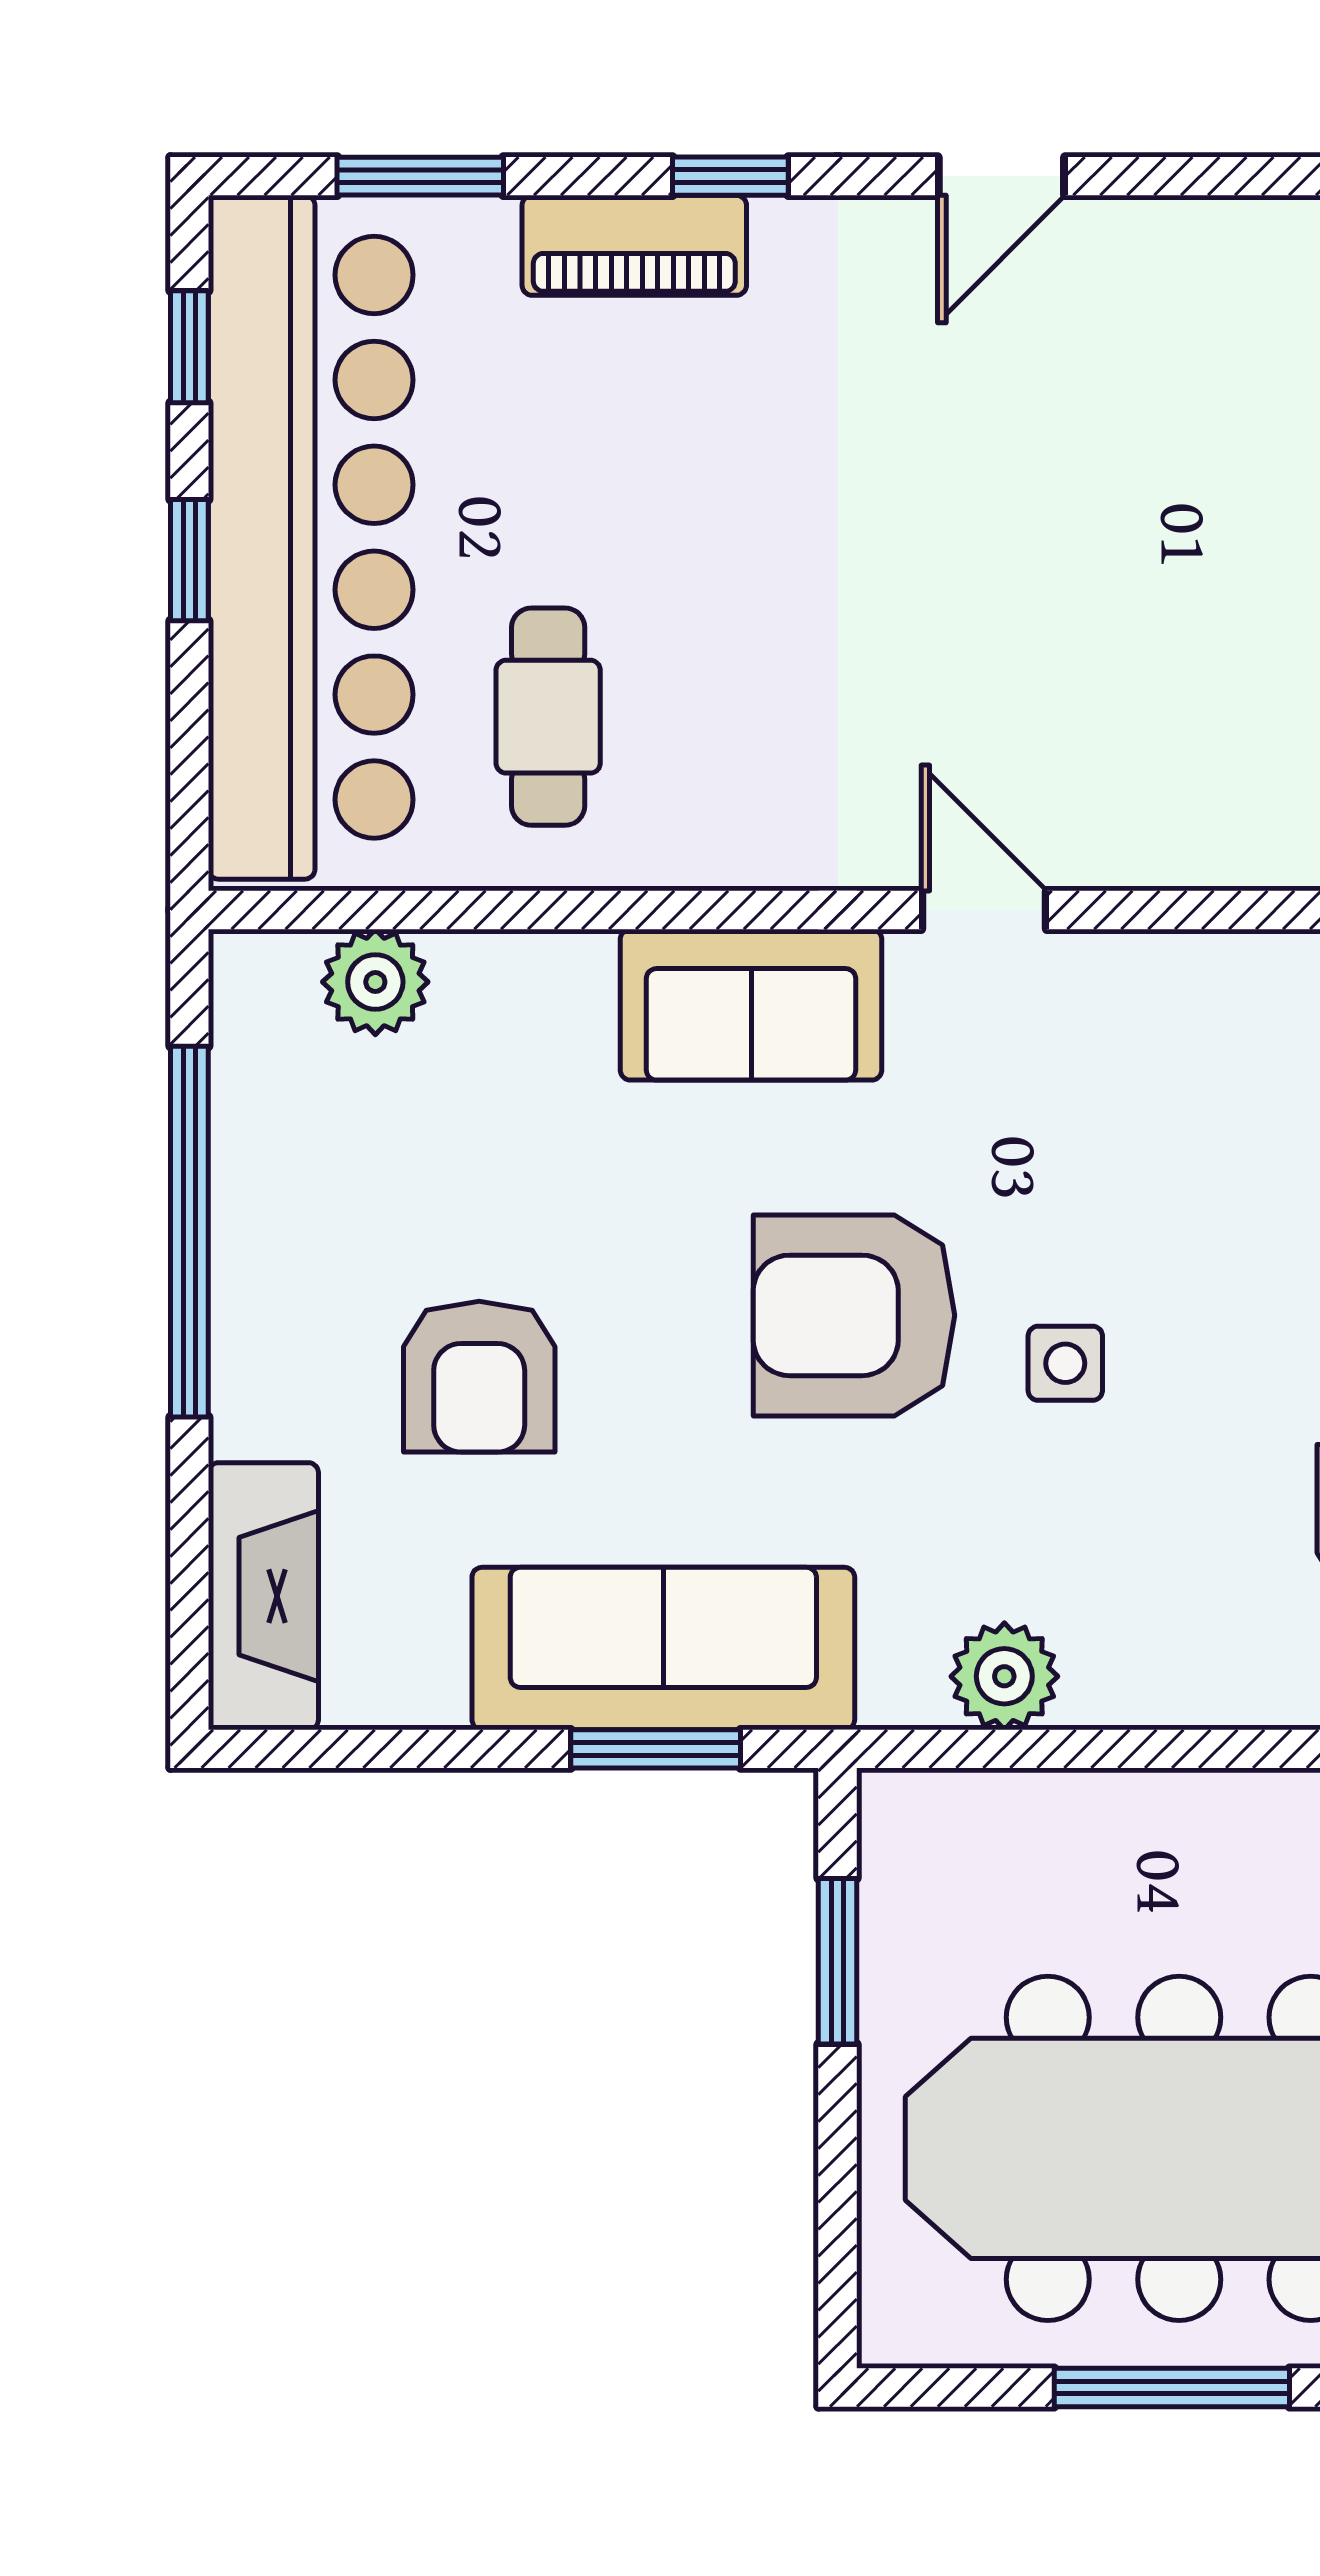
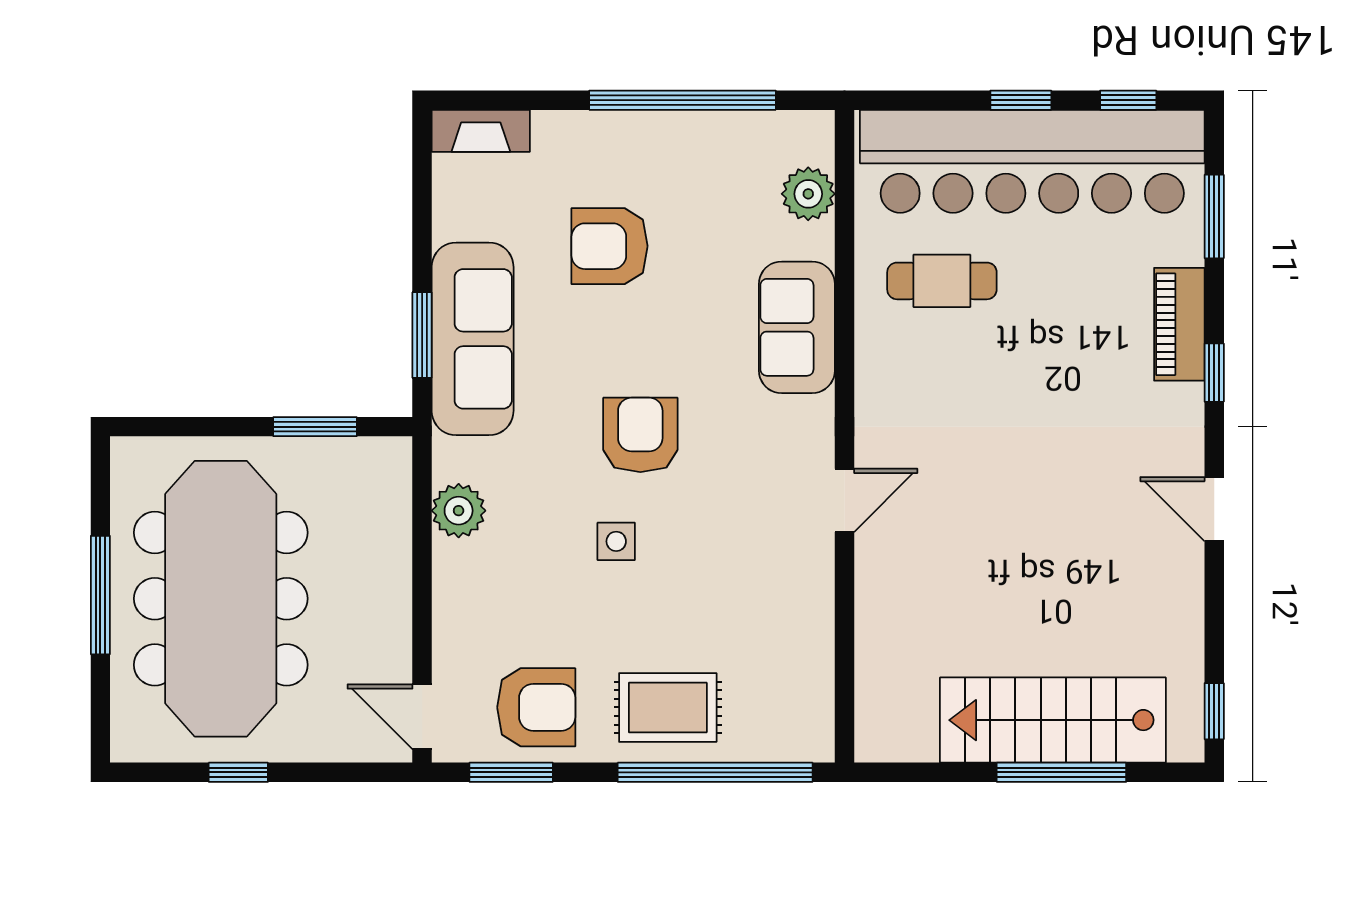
sofa: (751, 1005) -> (797, 327), moved
armchair: (854, 1315) -> (640, 435), width x0.73, depth x0.73
fireplace: (263, 1596) -> (481, 131), width x0.73, depth x0.76

